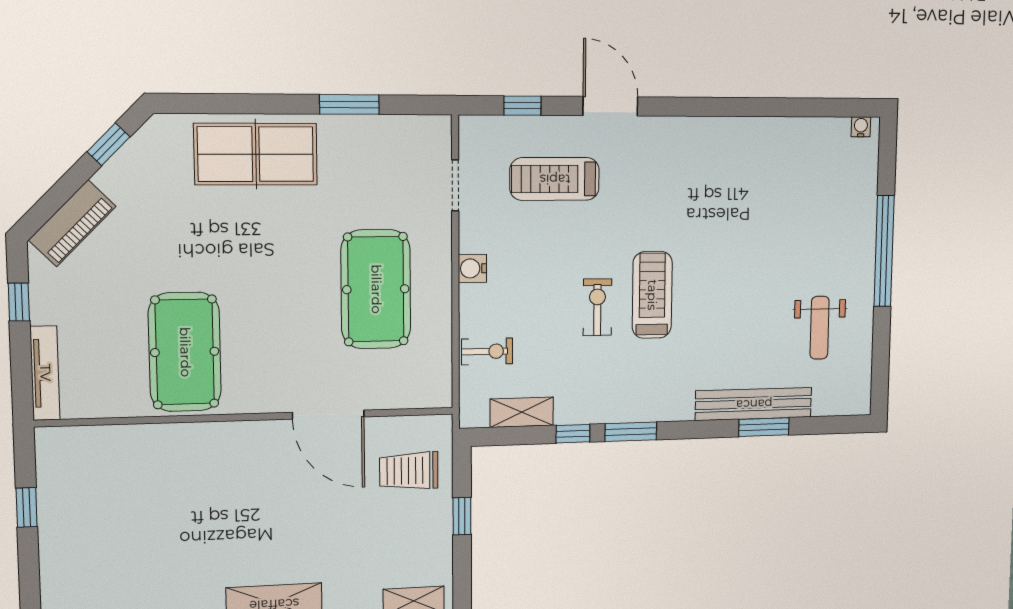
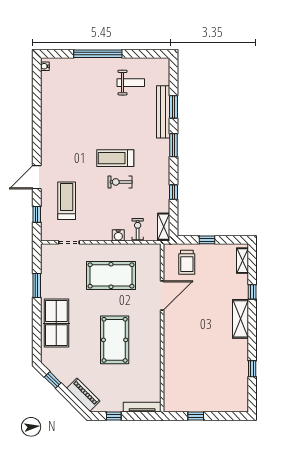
treadmill: (555, 179) -> (67, 201), turned 180
water cooler: (472, 268) -> (118, 235), moved
pool table: (185, 352) -> (115, 340), moved, turned 90
shelving: (522, 412) -> (164, 227), moved
window: (631, 432) -> (174, 145), moved

